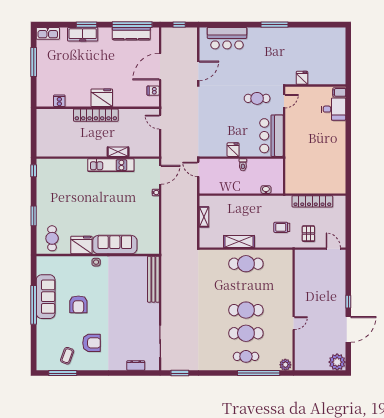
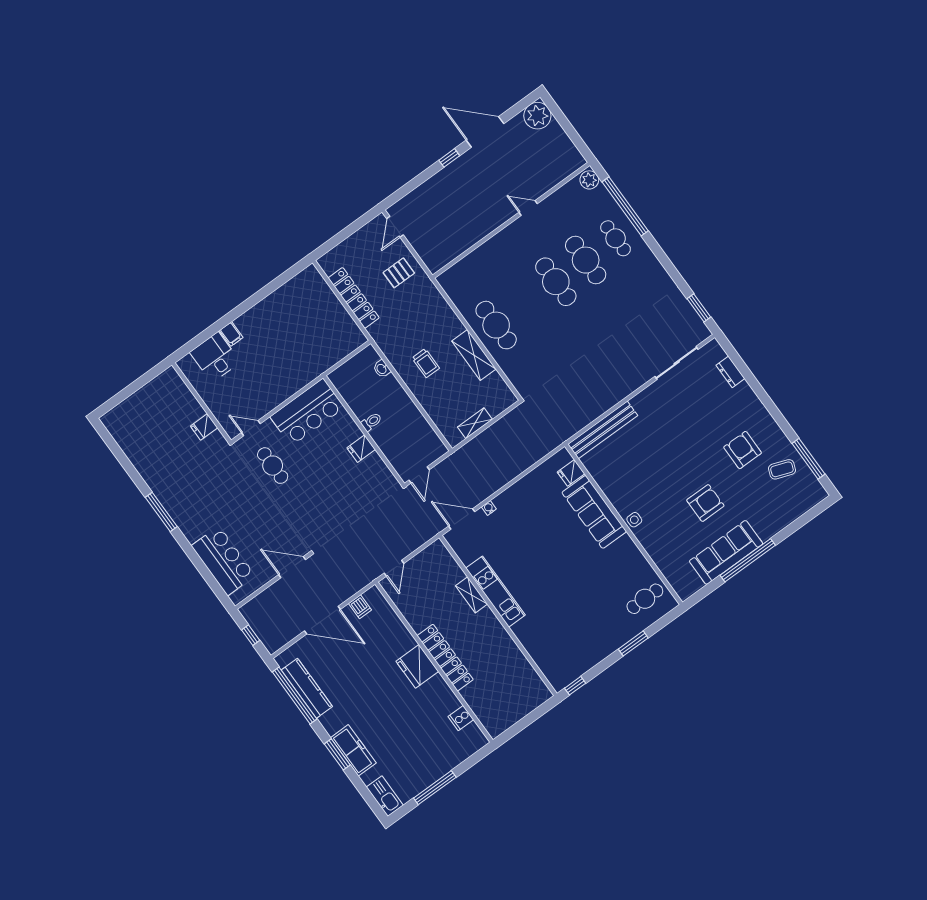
filing cabinet: (339, 92) -> (231, 334), moved
trolley: (282, 227) -> (426, 363), moved
fridge: (81, 245) -> (571, 473), moved, width x0.53, depth x0.75

